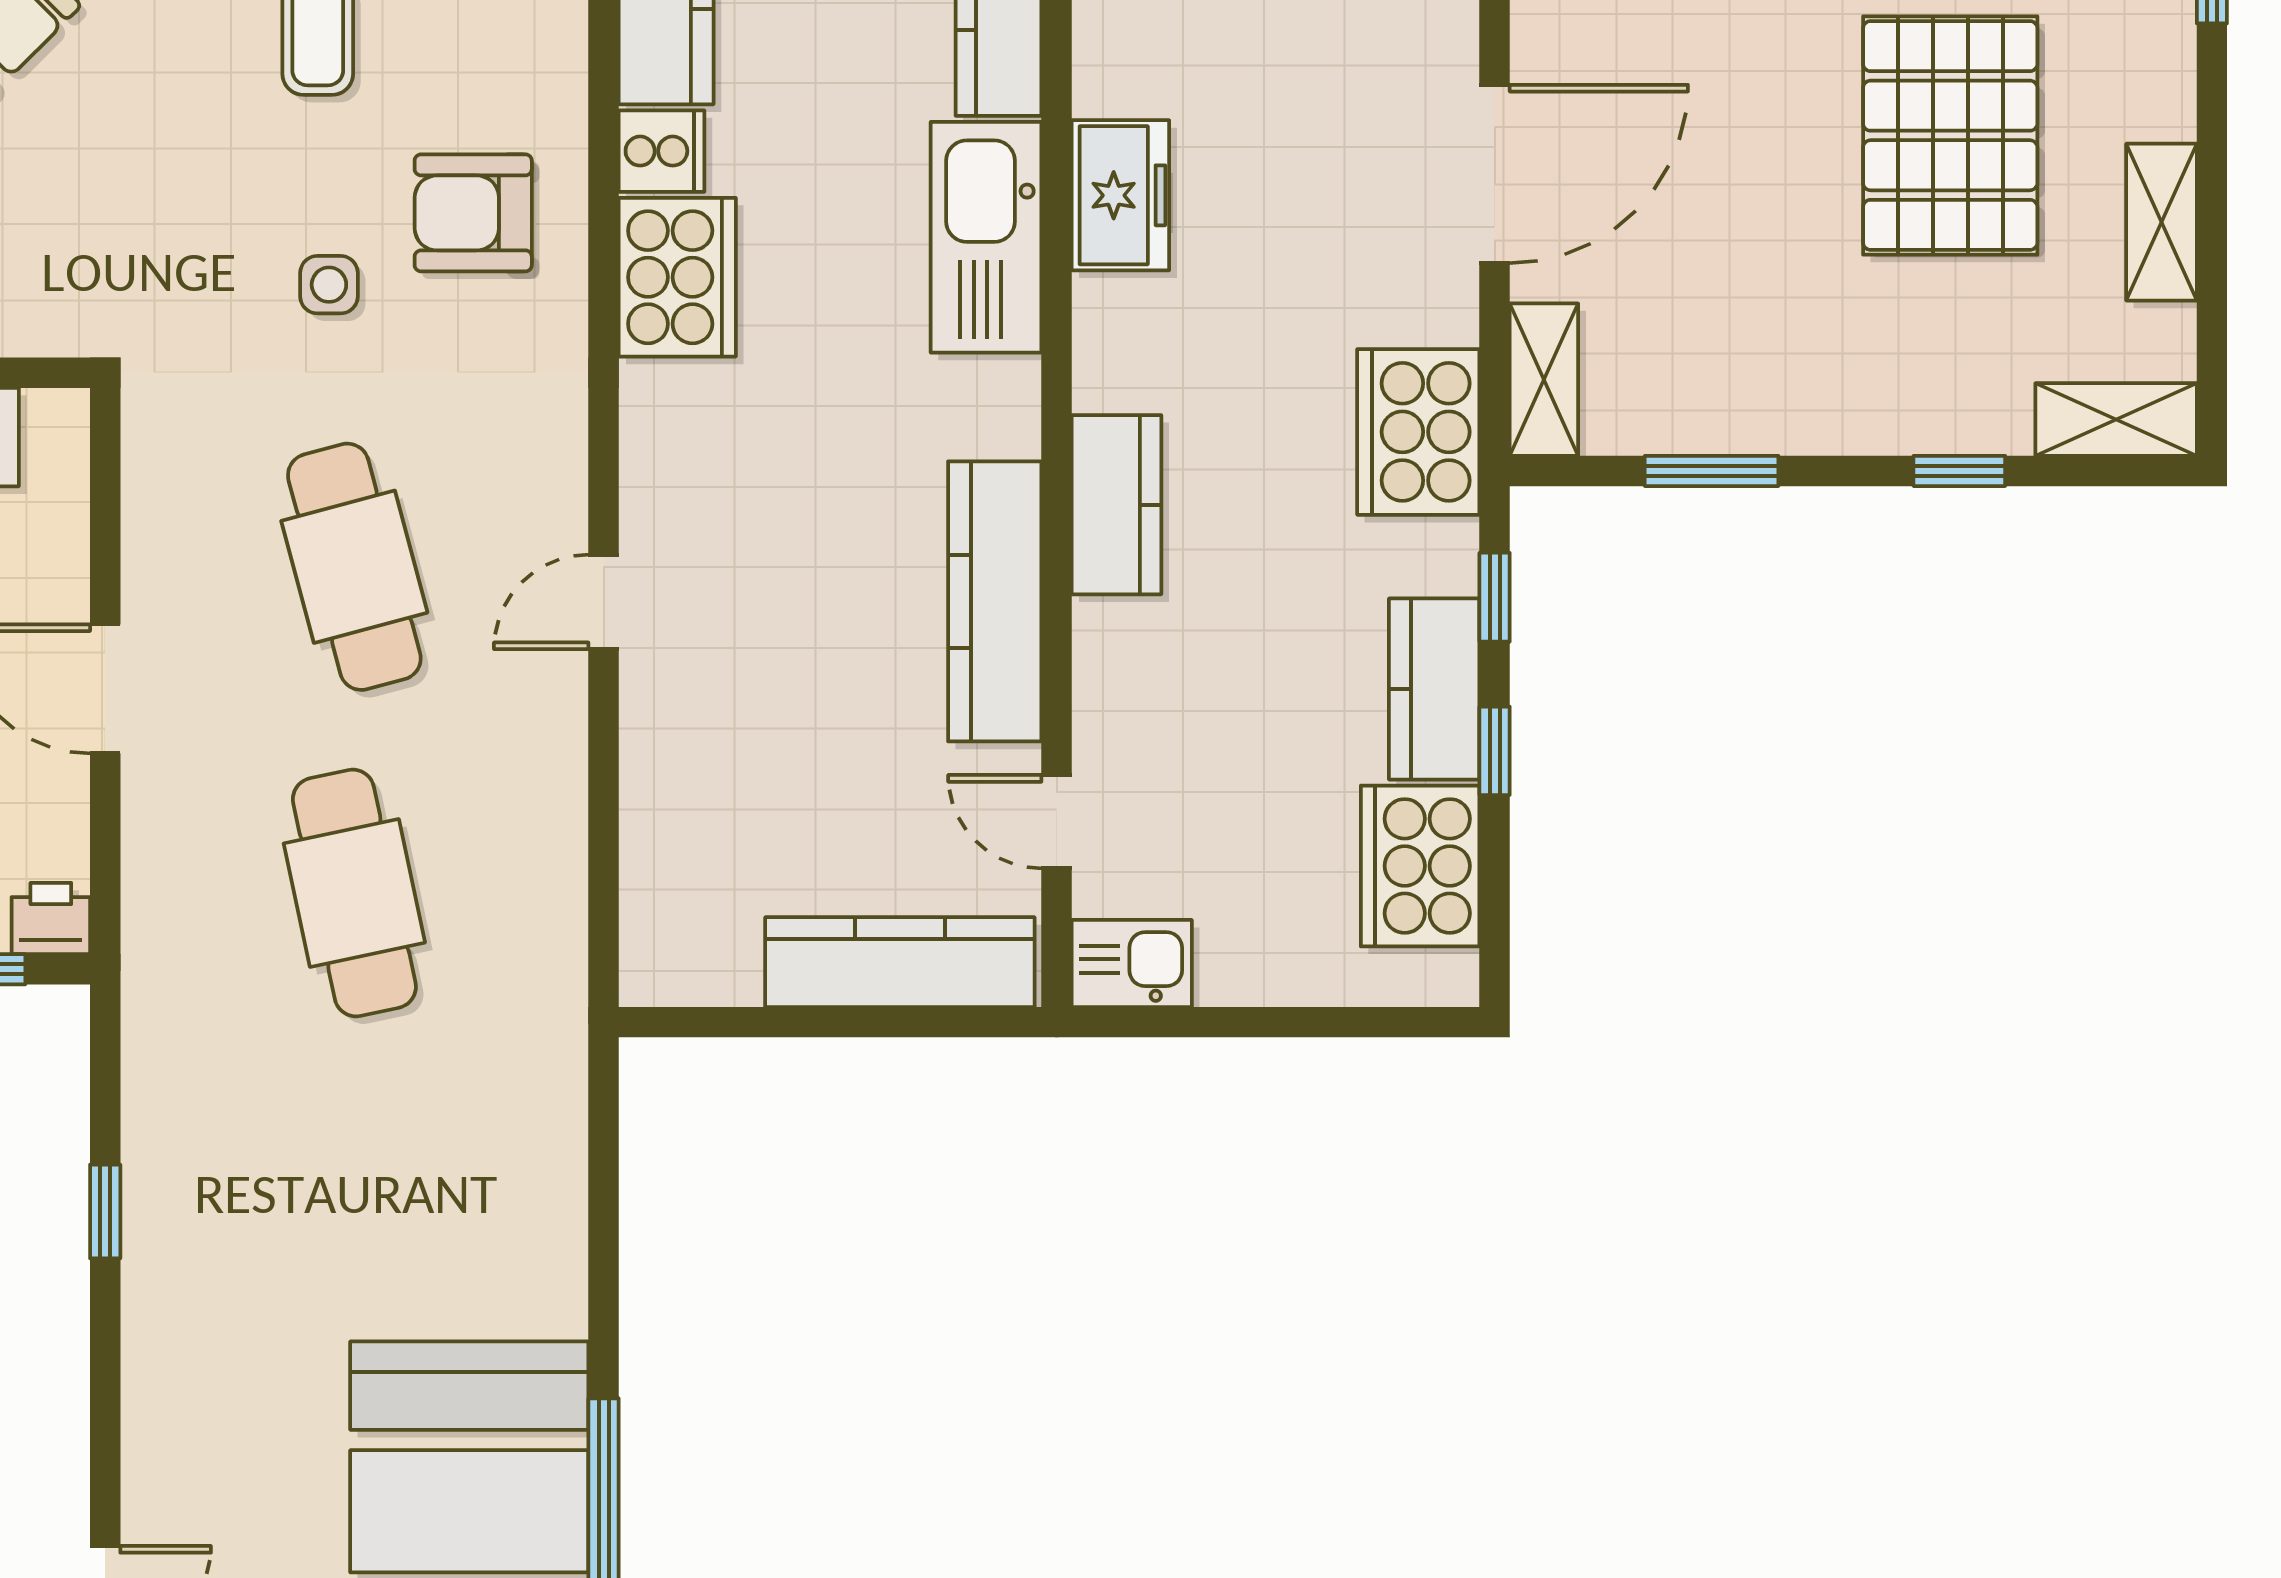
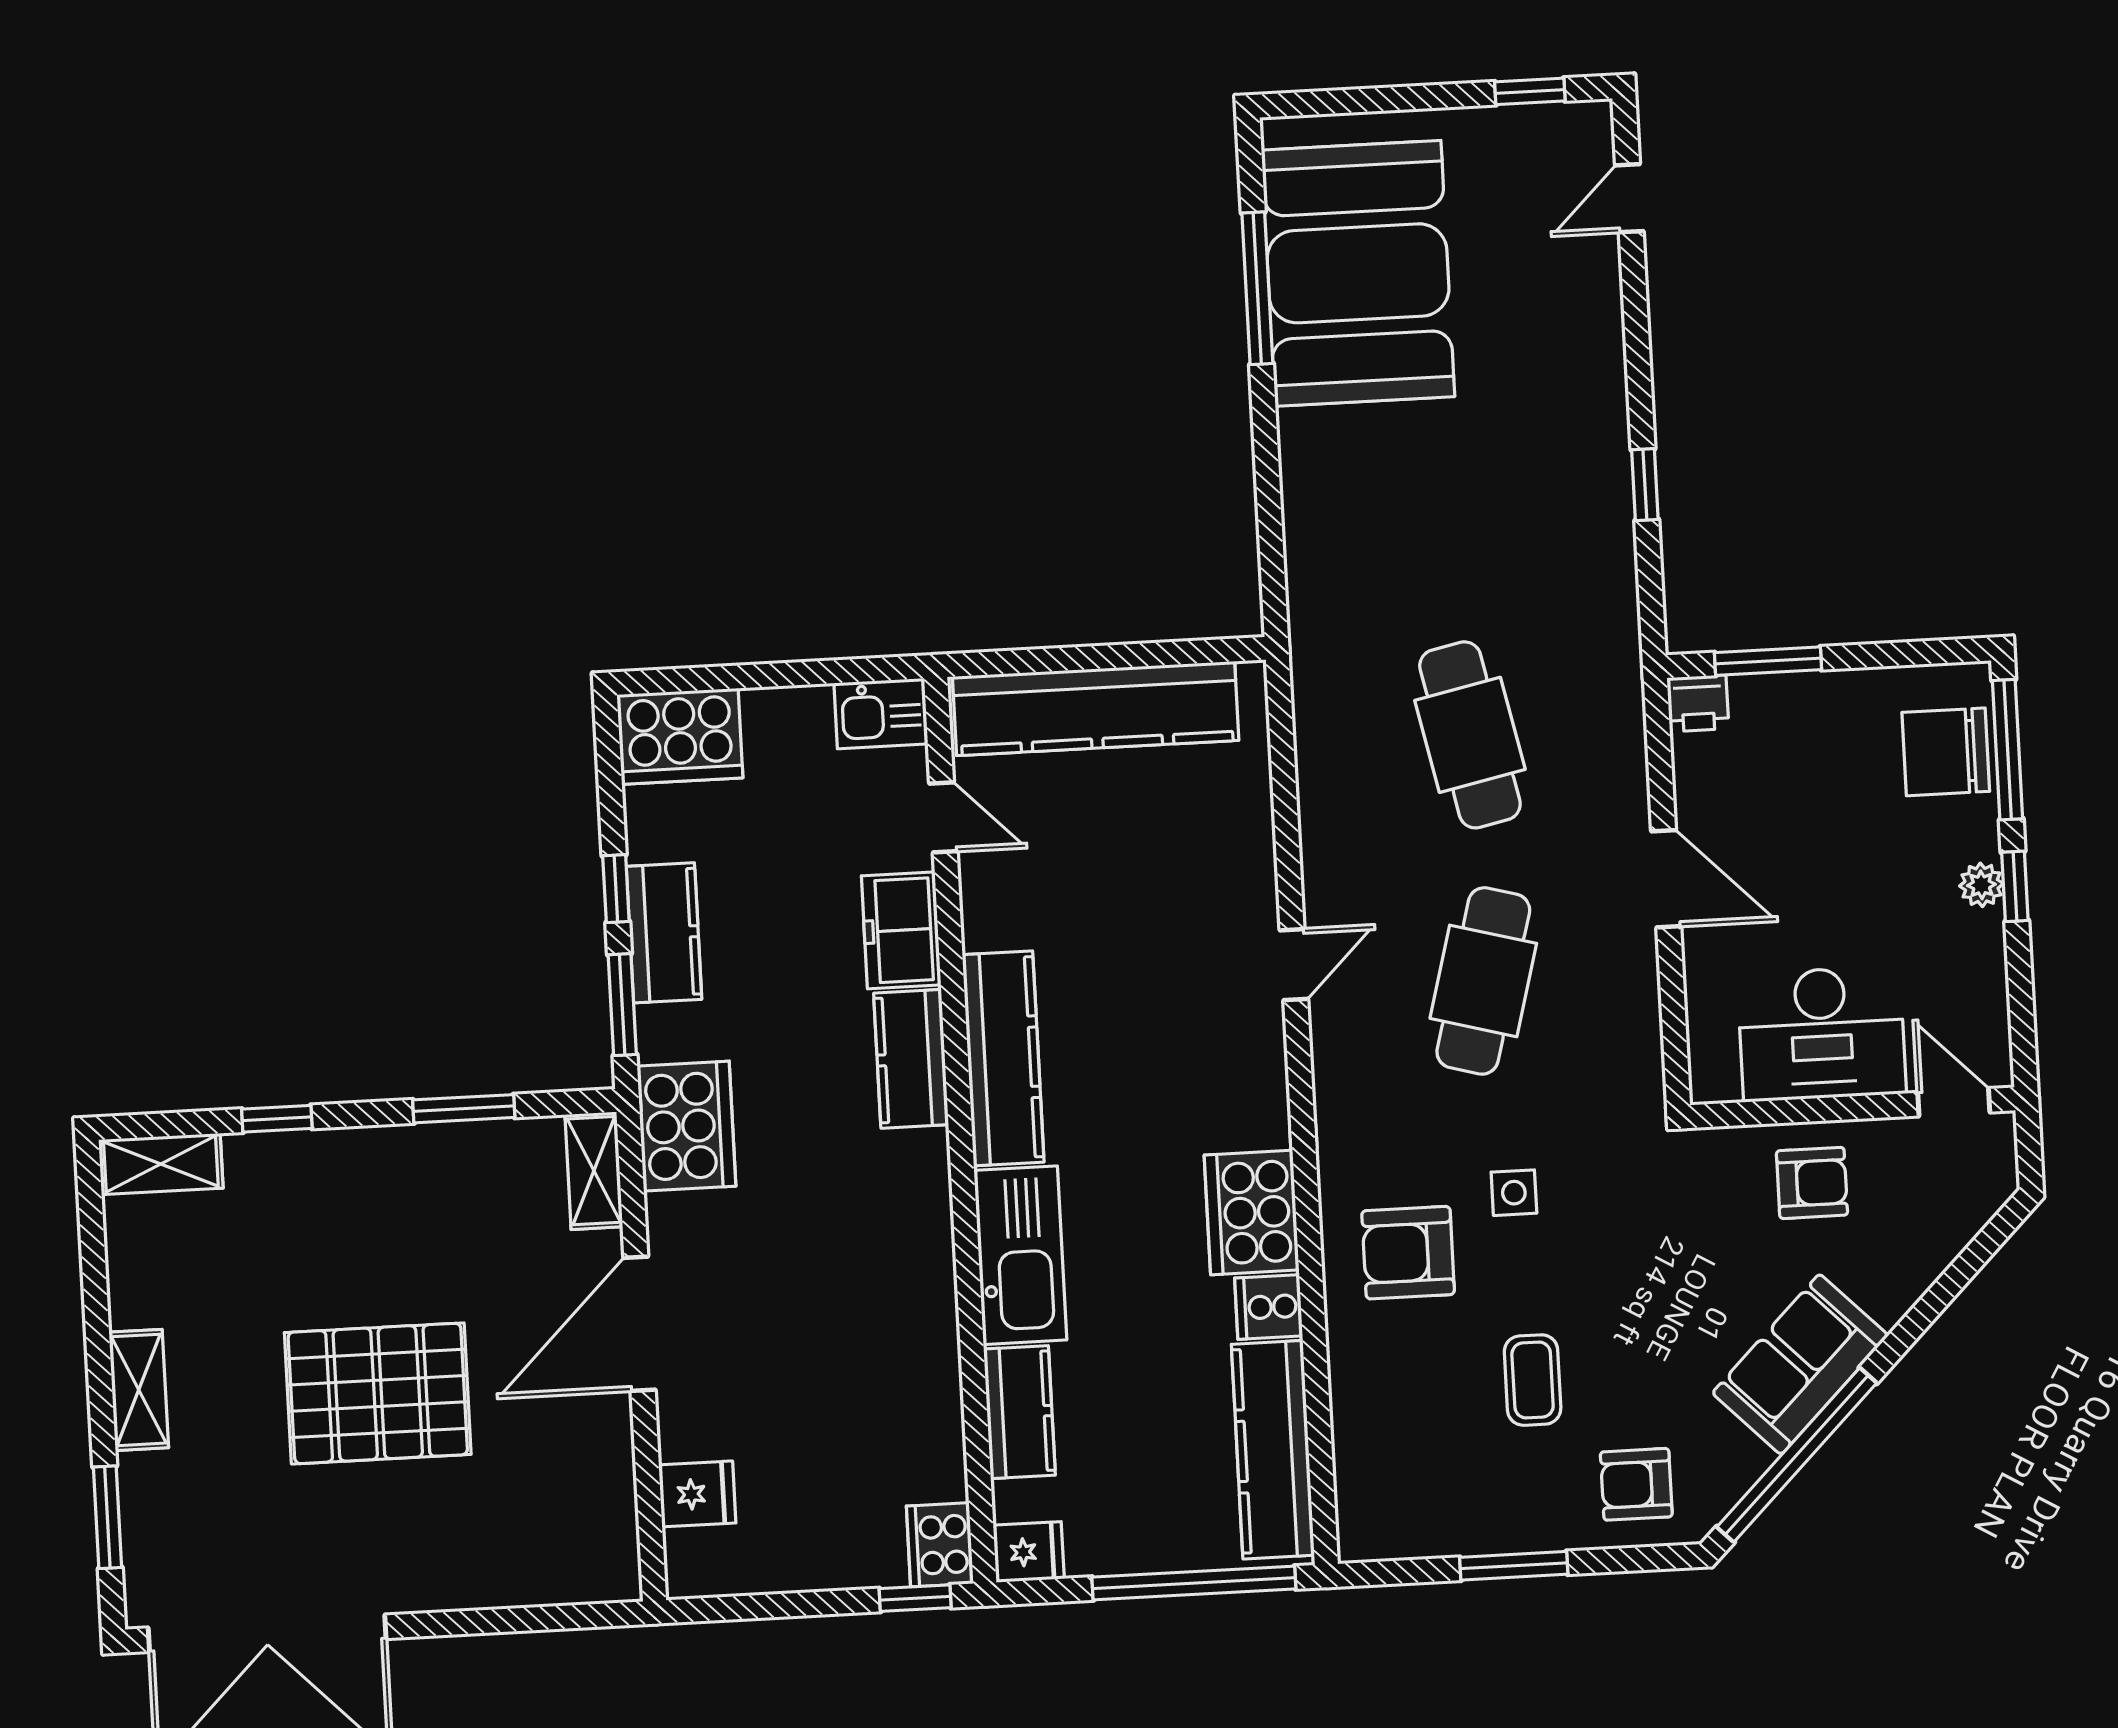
pallet: (1950, 135) -> (378, 1393), moved, turned 90
freezer: (1120, 195) -> (901, 930), moved
armchair: (473, 213) -> (1408, 1253), turned 180
shelving: (2161, 222) -> (139, 1390), moved
cafe table: (354, 567) -> (1483, 981), turned 30
window: (1495, 597) -> (622, 1005), width x1.50
kitchen counter: (995, 601) -> (1003, 1058), moved
cooker: (1420, 866) -> (680, 736), moved, turned 90
kitchen counter: (900, 962) -> (1096, 709), width x1.39, depth x1.17

